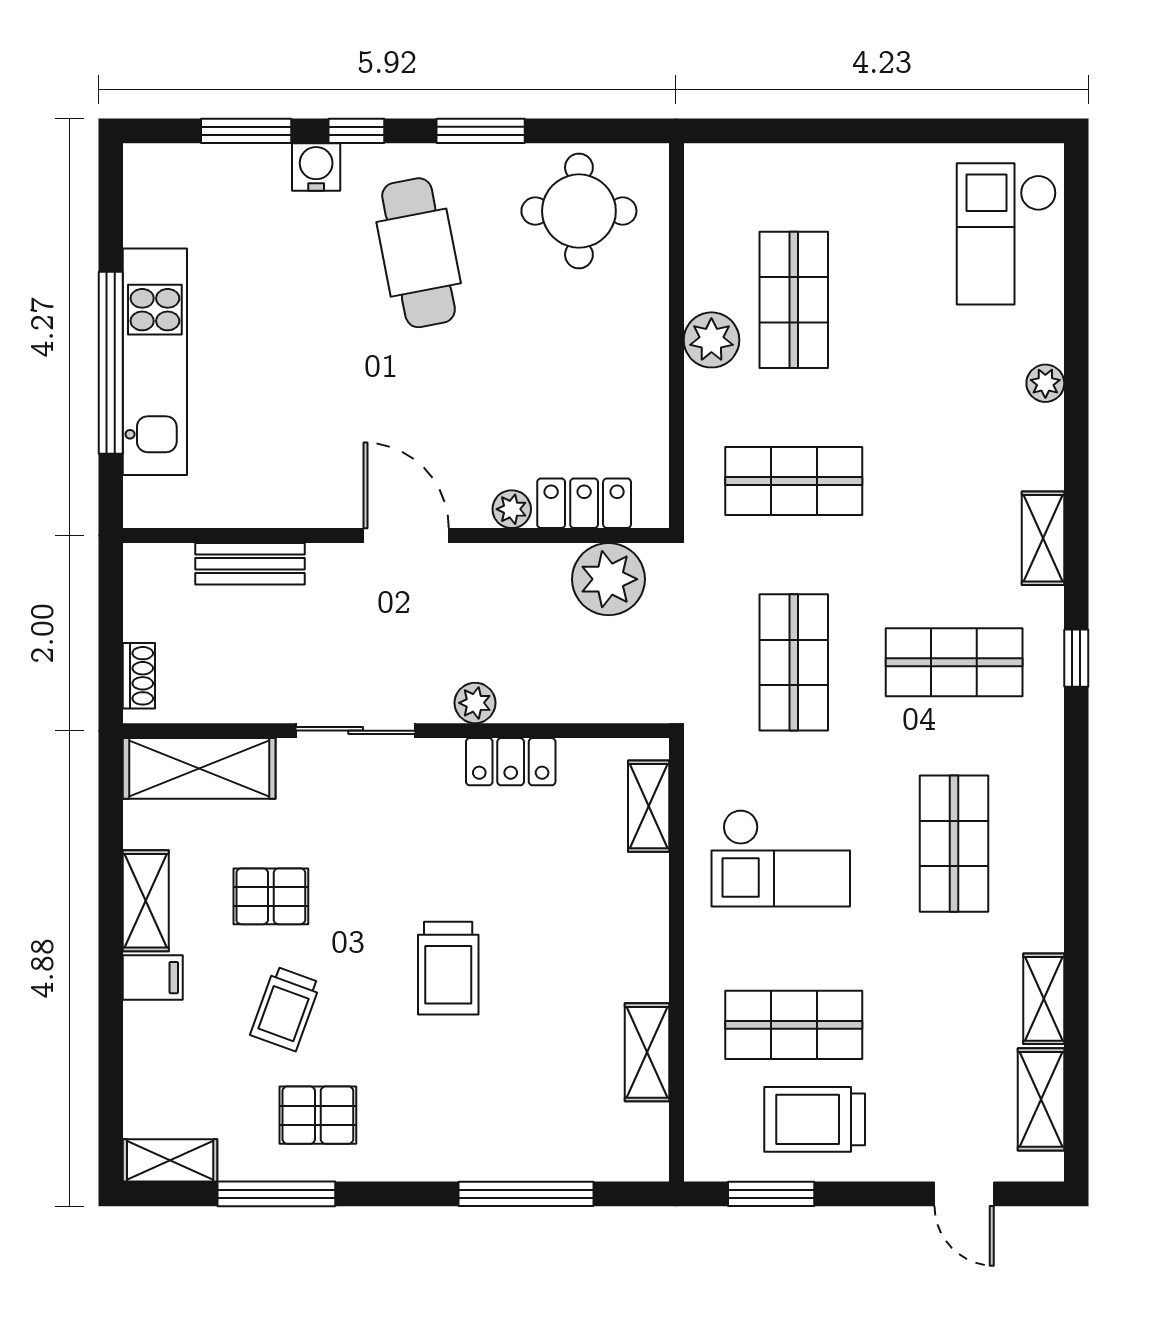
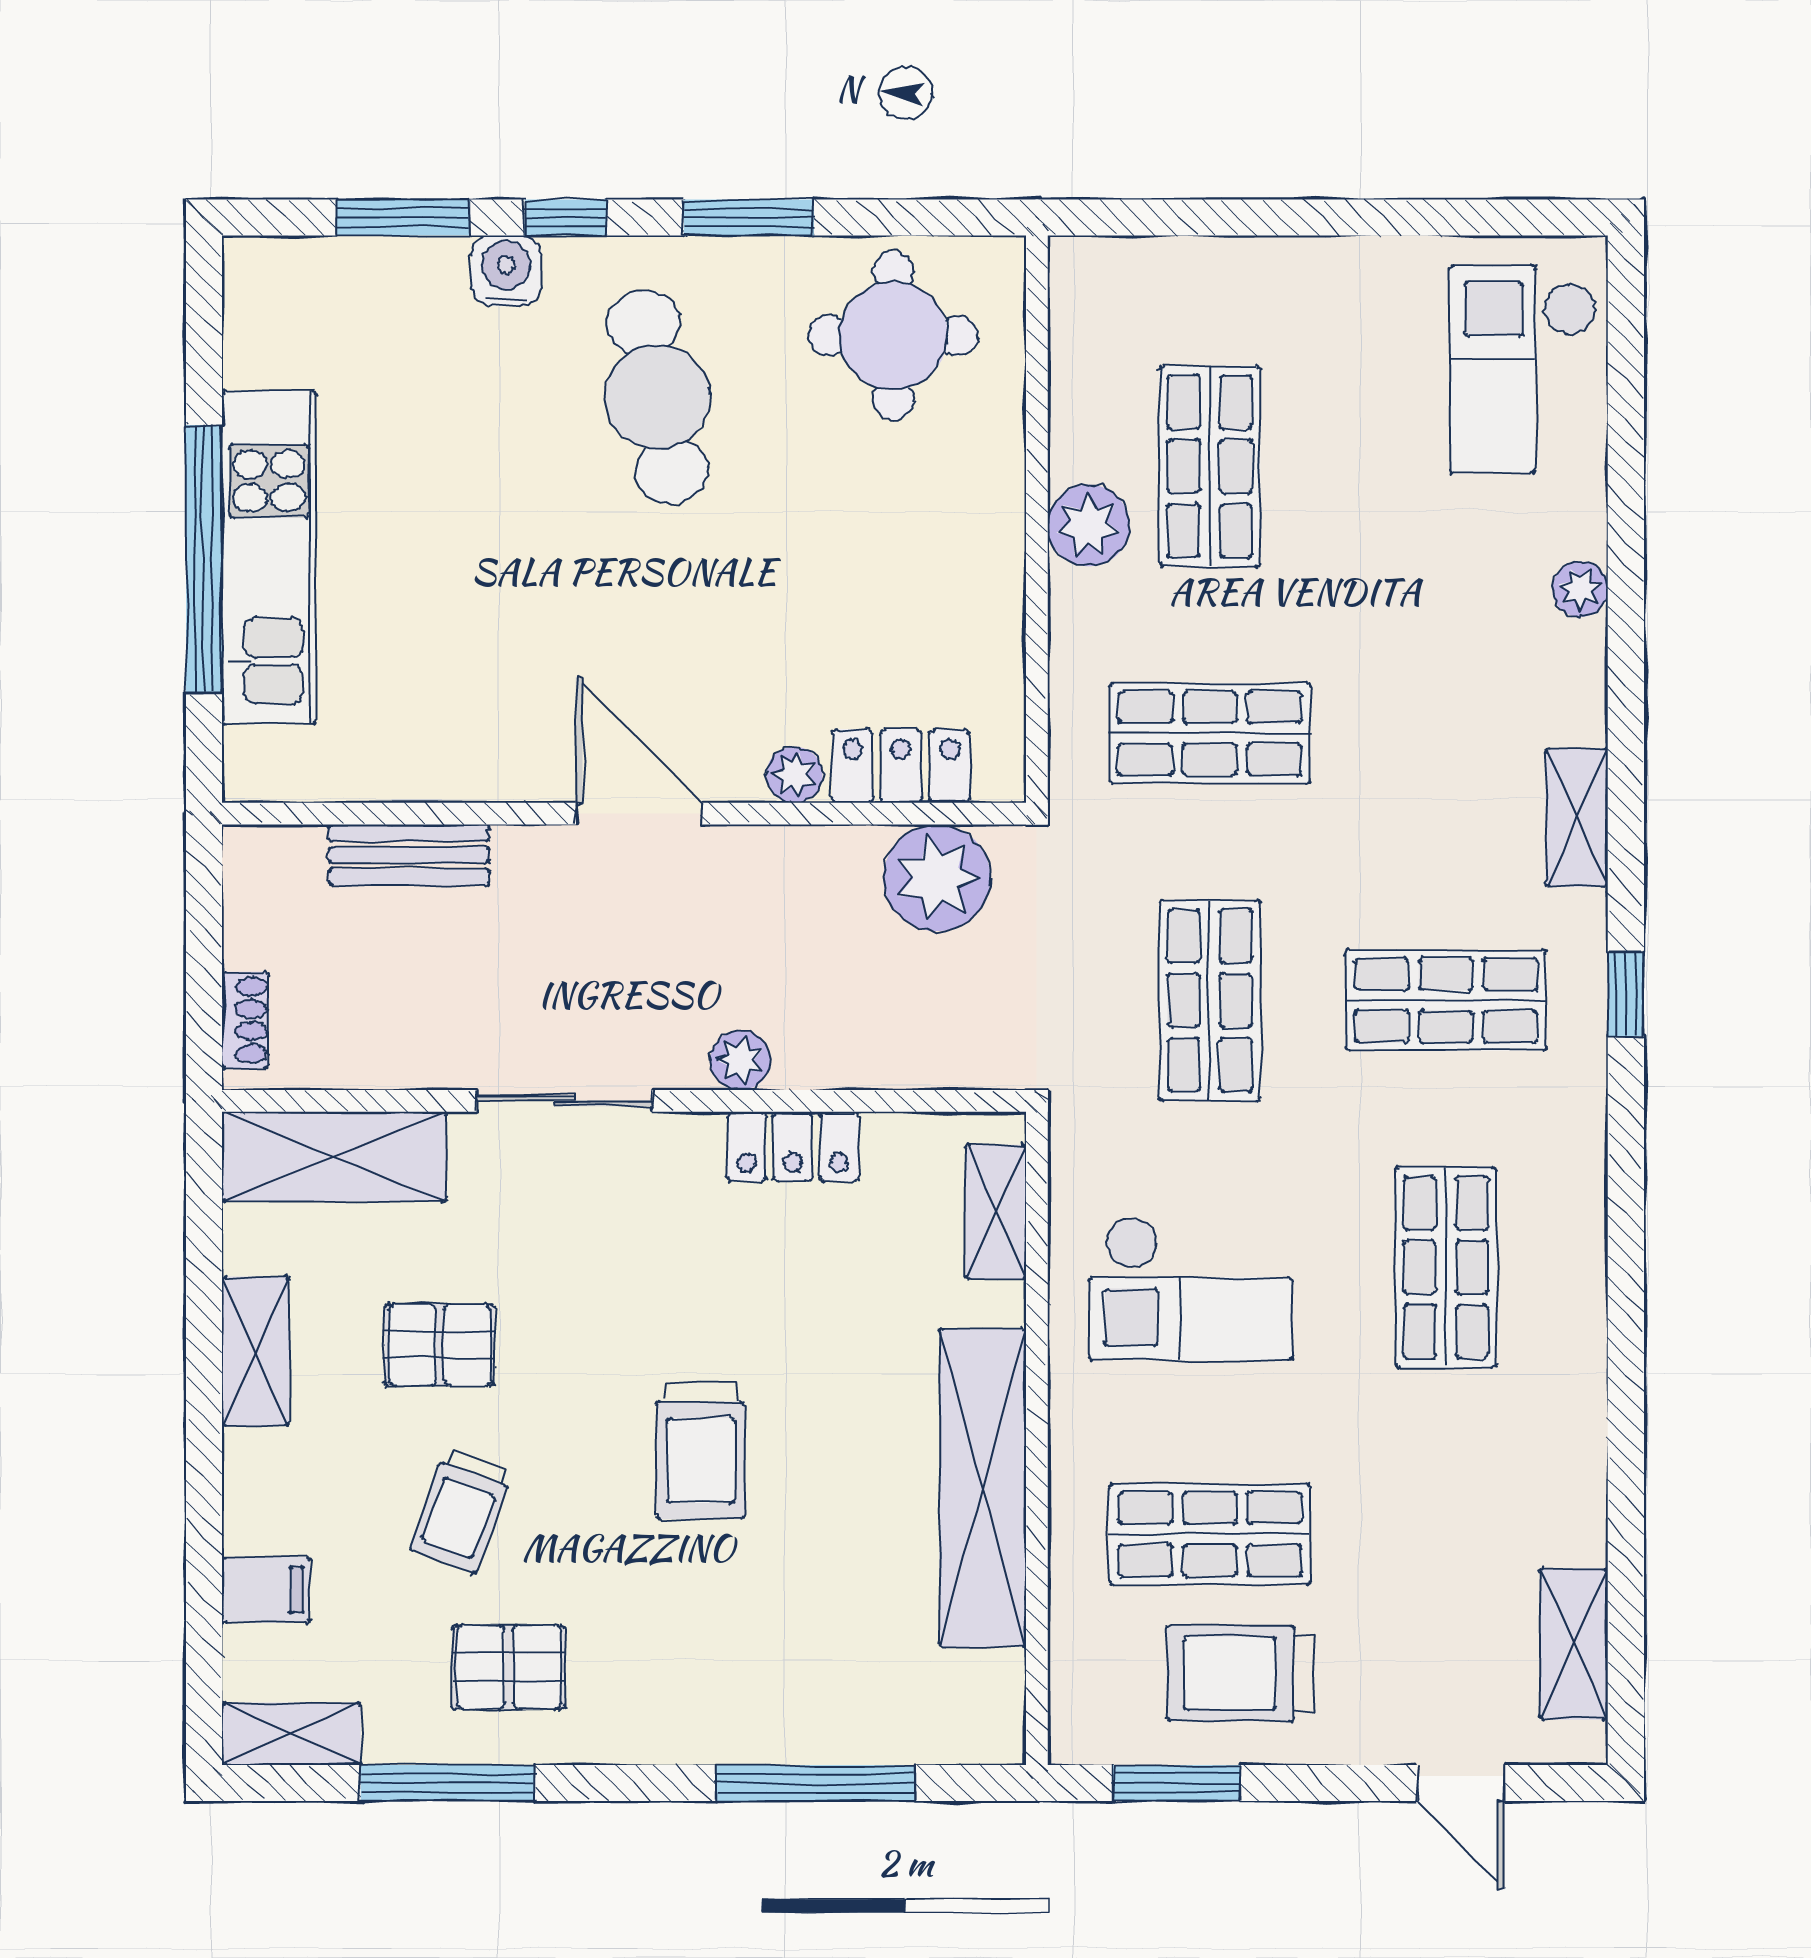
filing cabinet: (153, 978) -> (266, 1590), moved
shelving: (1044, 999) -> (1578, 1496), removed
shelving: (647, 1052) -> (983, 1488), width x2.20, depth x1.33

